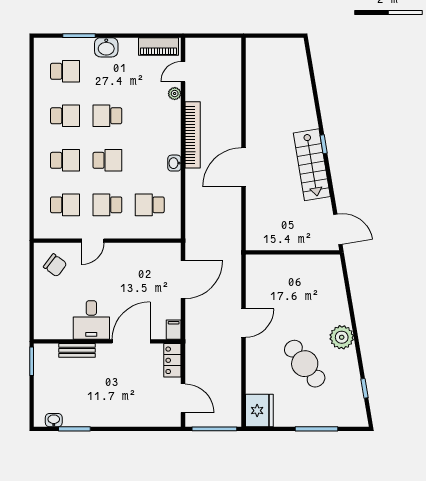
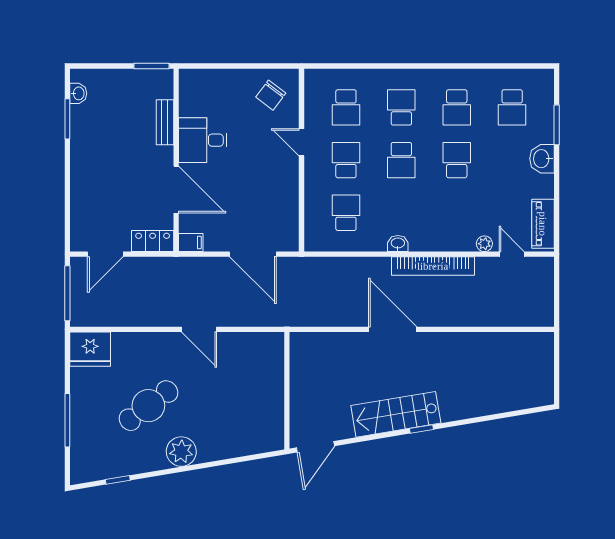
school desk: (65, 160) -> (401, 107), turned 180

